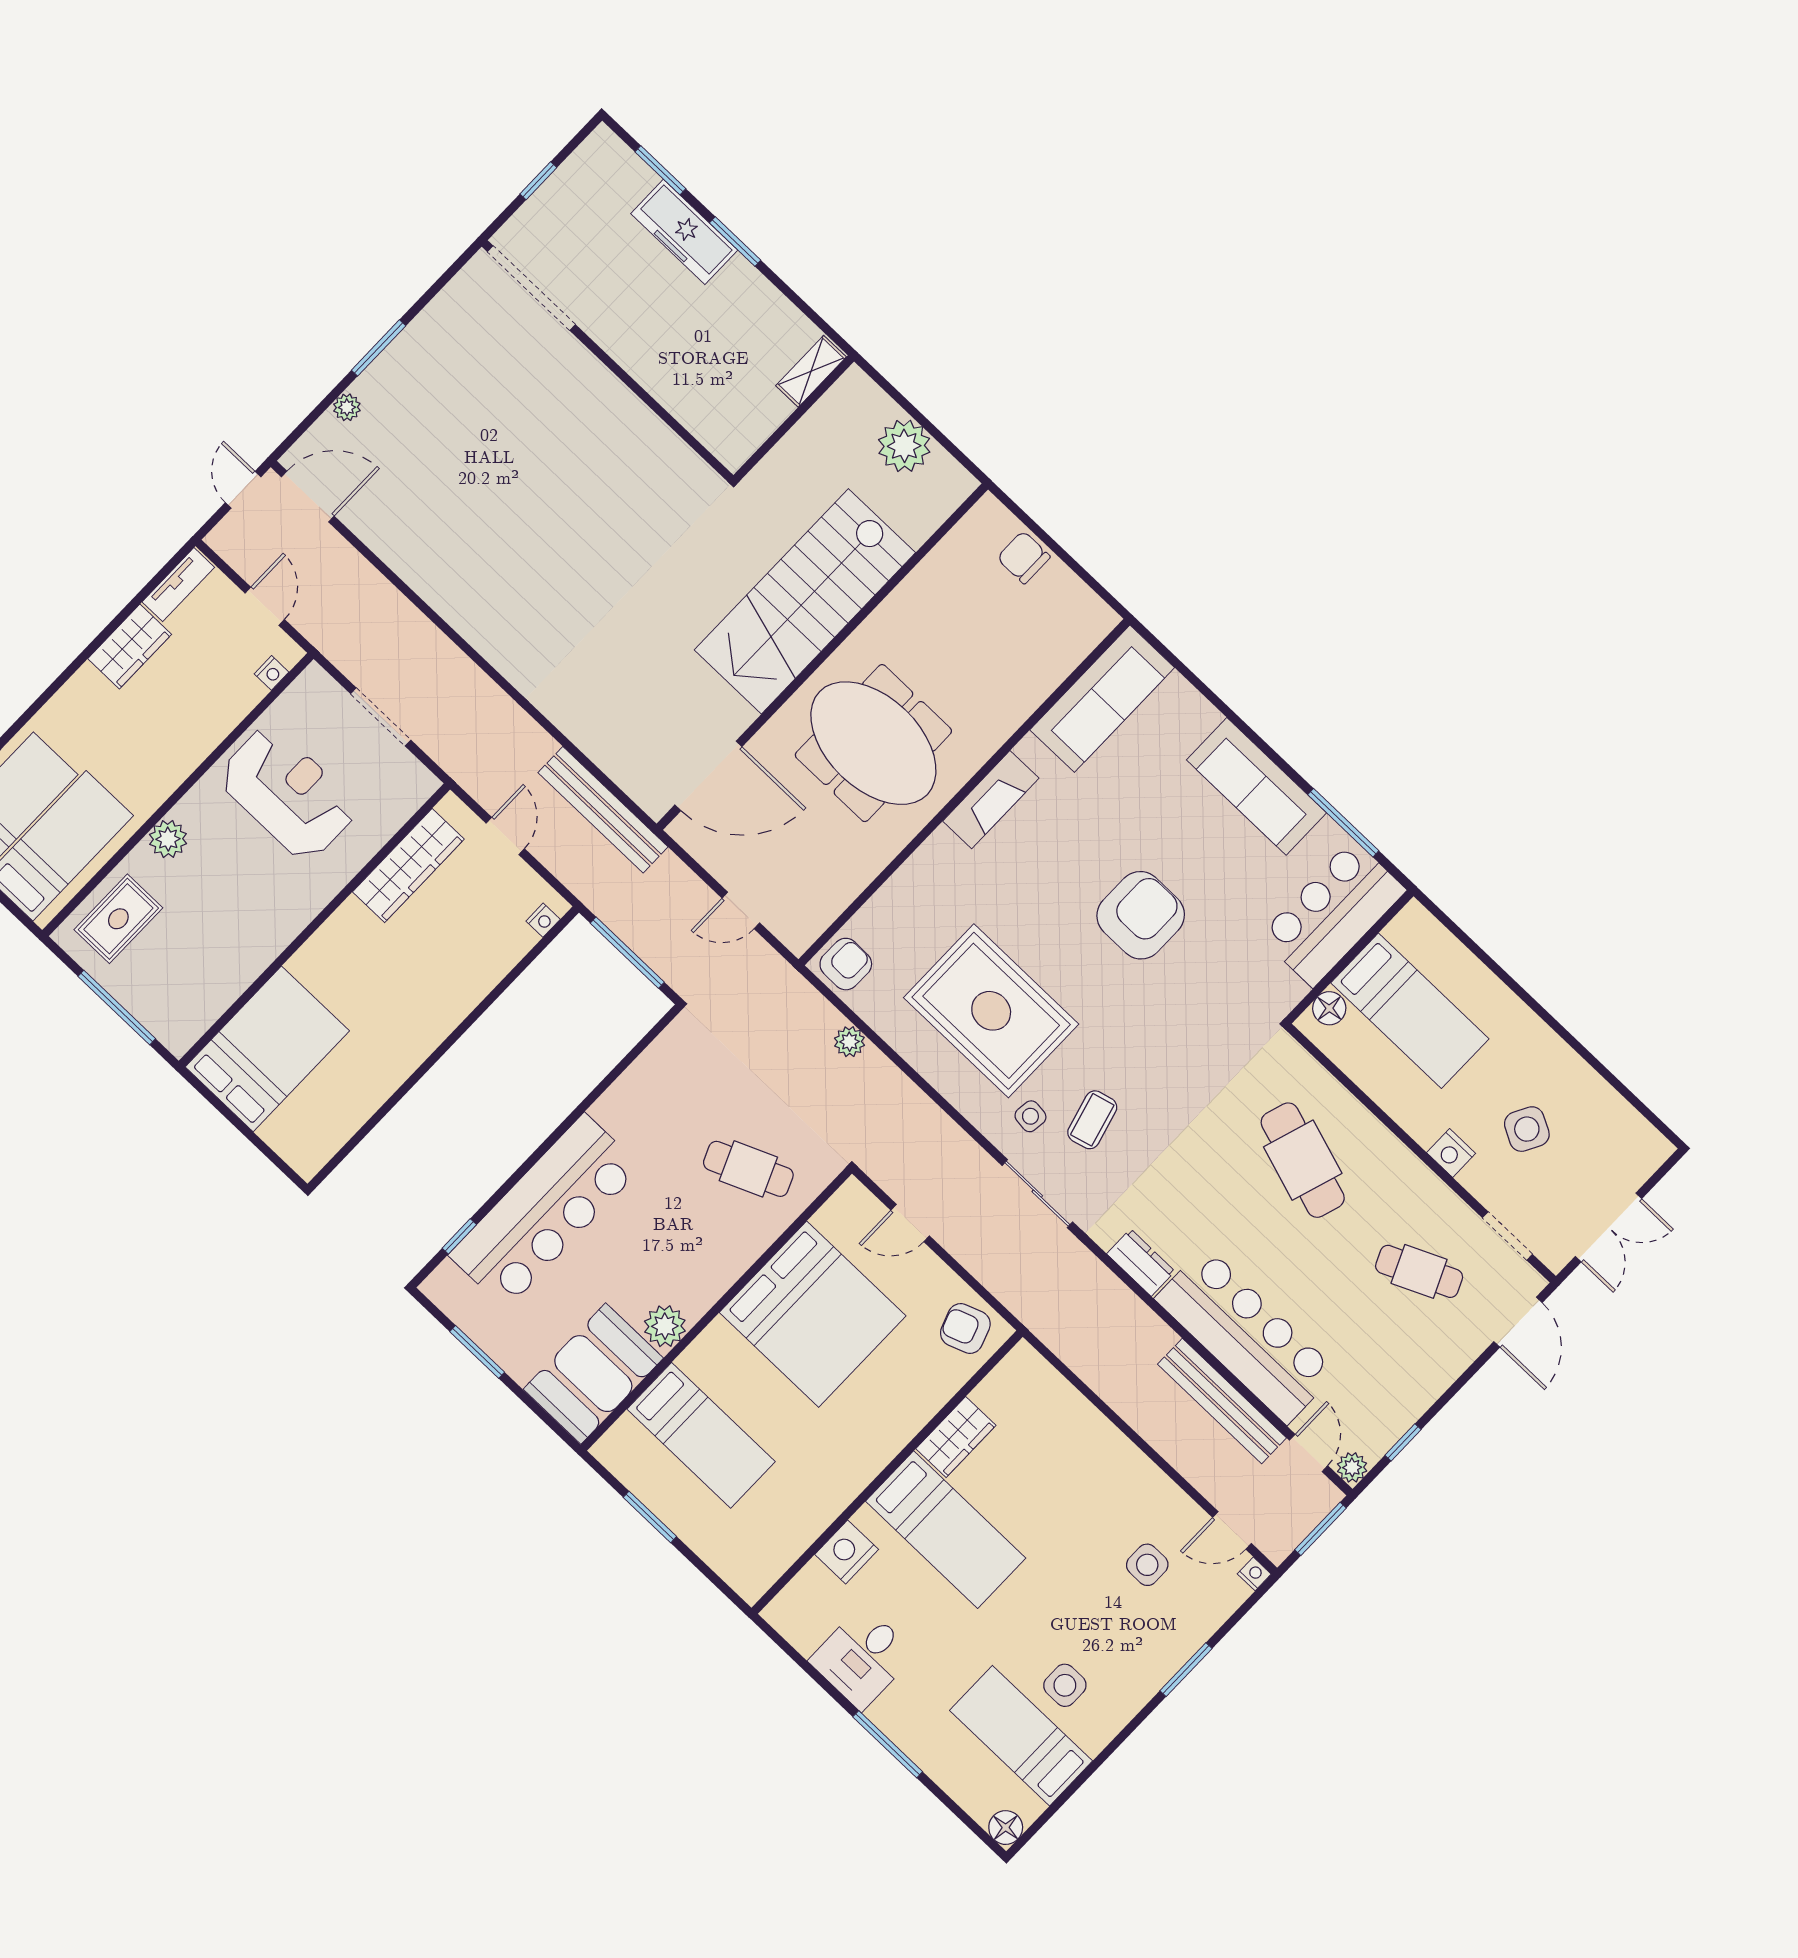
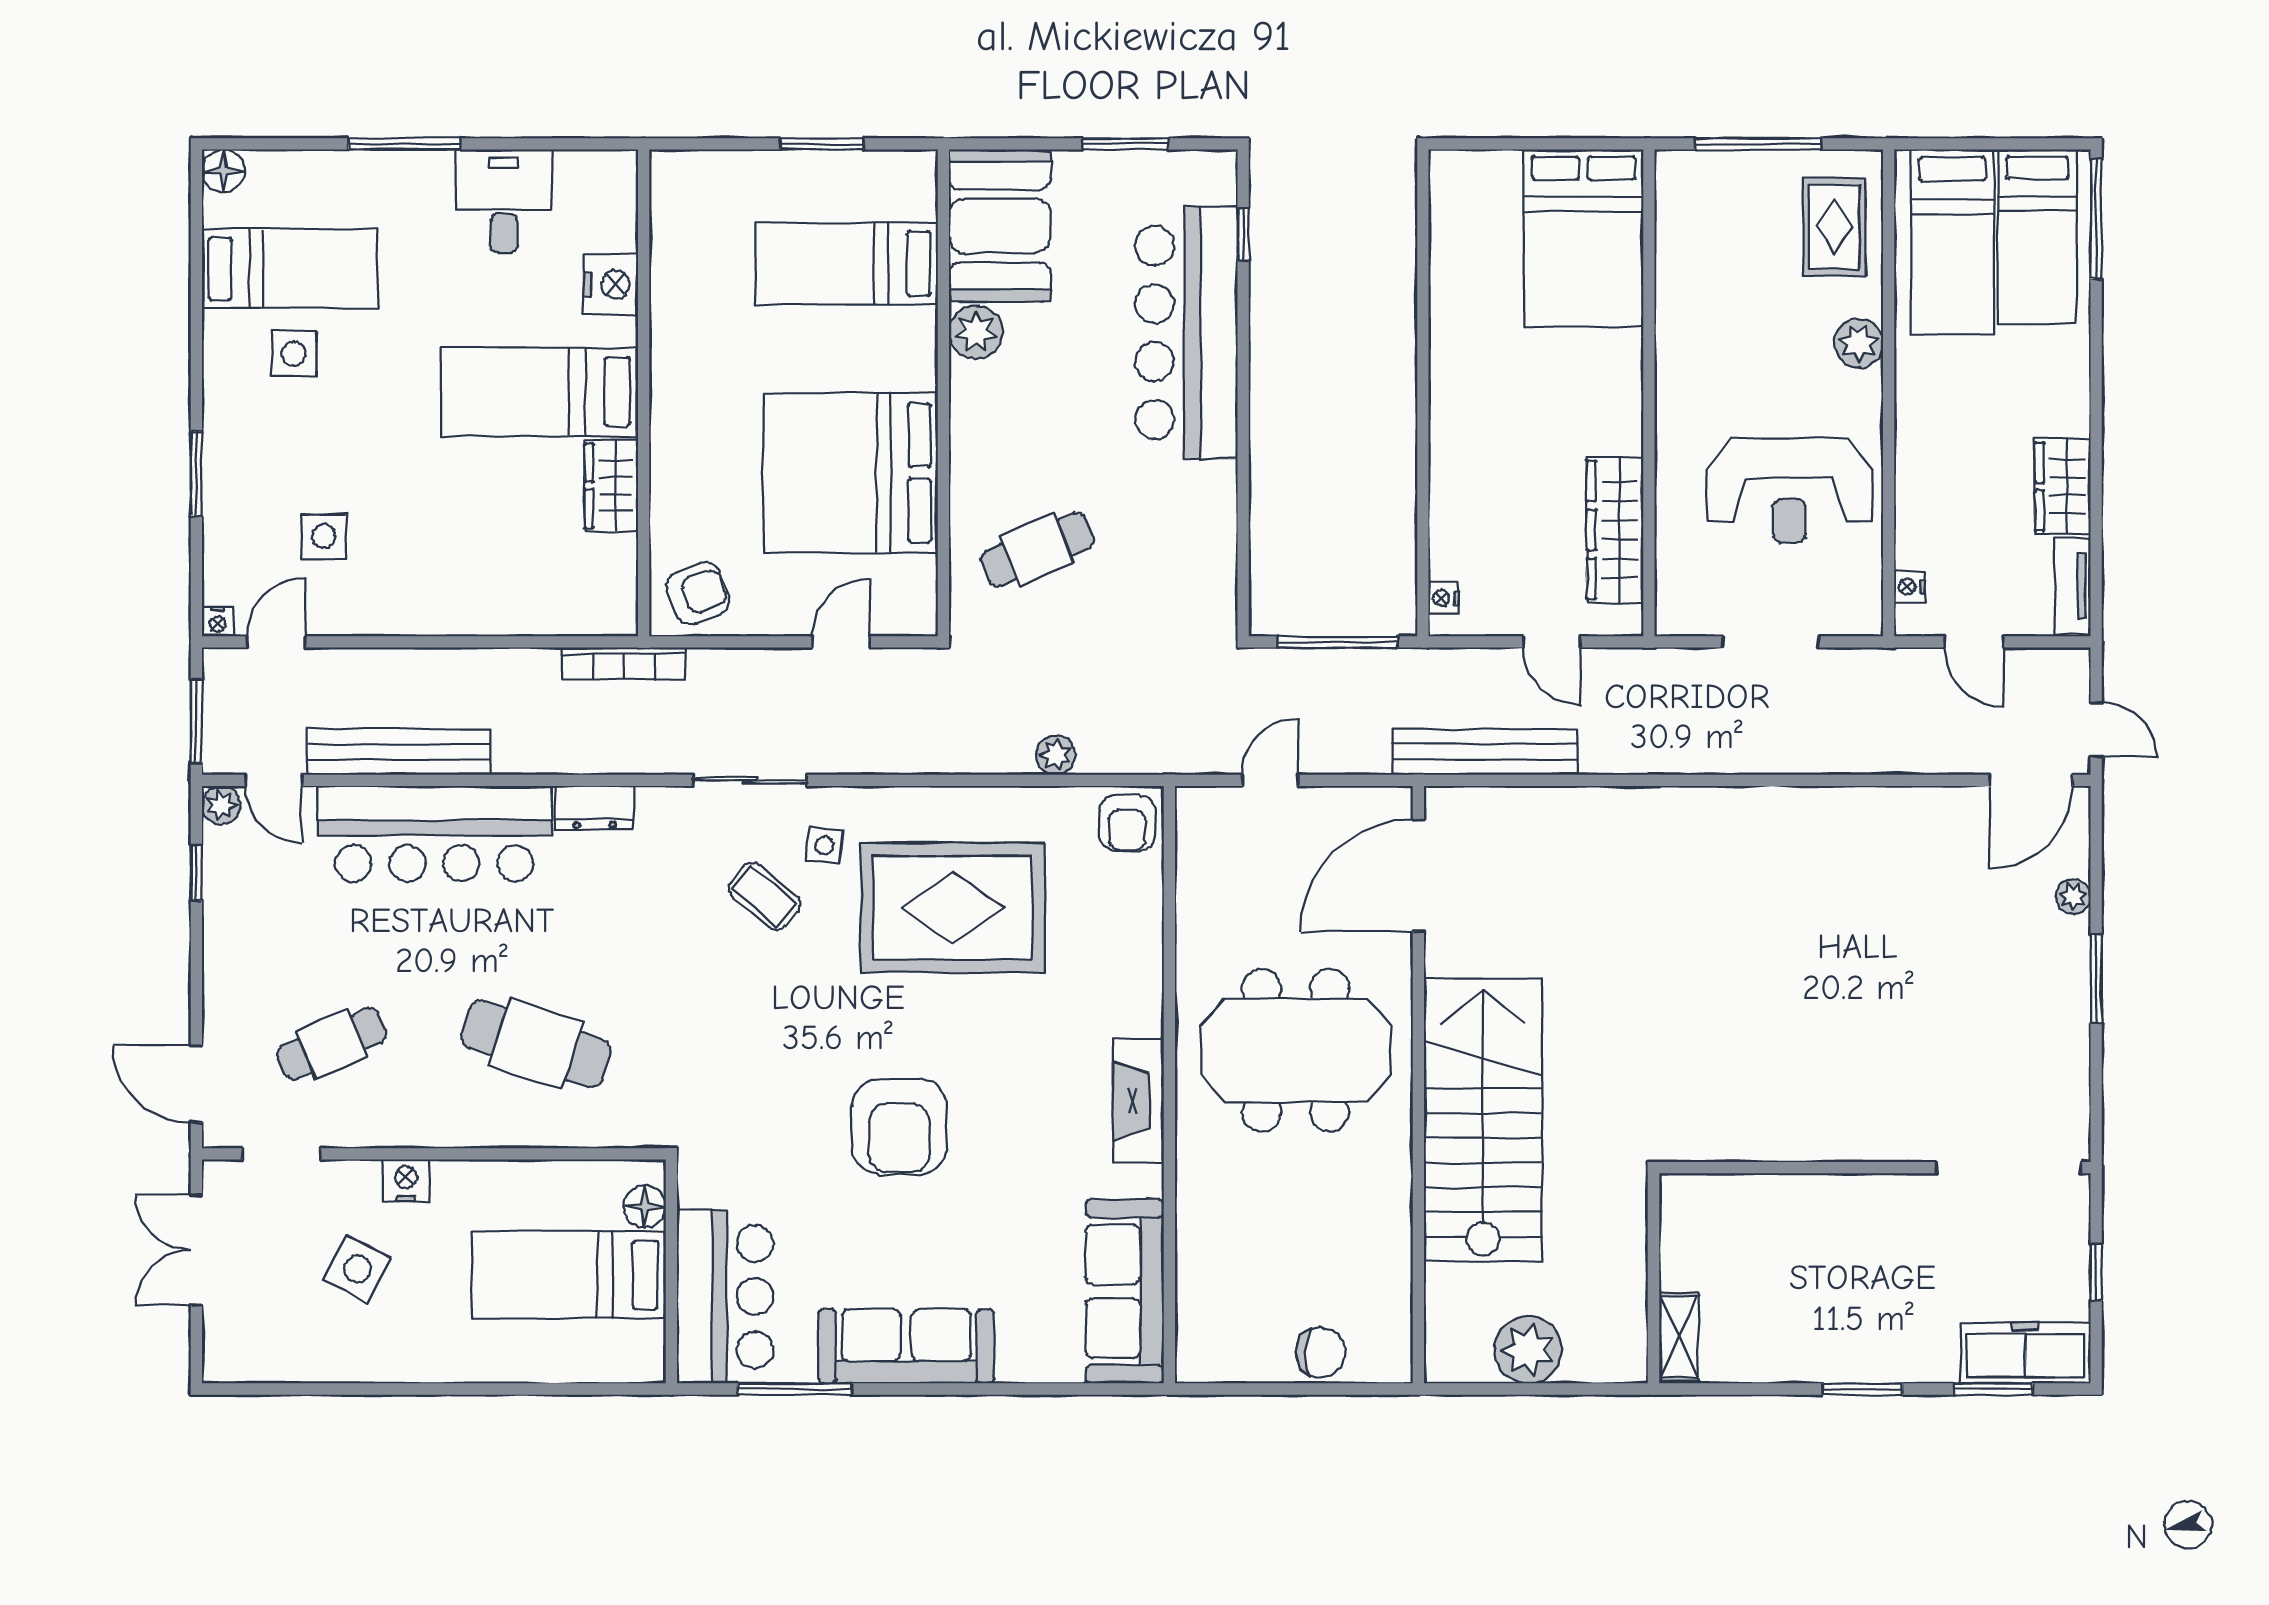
freezer: (684, 232) -> (2025, 1353), moved
coffee table: (1092, 1120) -> (764, 896), turned -35
bookcase: (1045, 1329) -> (624, 663), added

